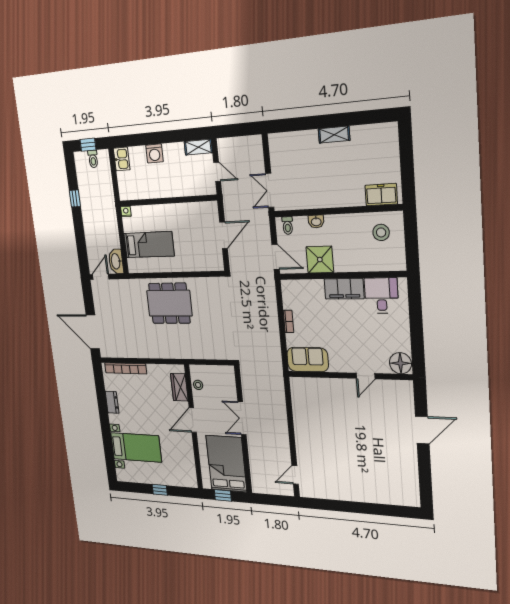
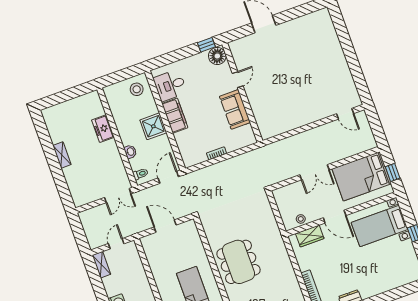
freezer: (381, 195) -> (103, 129), moved
stool: (381, 232) -> (137, 89), moved
shower: (320, 260) -> (153, 126), moved
window: (418, 356) -> (206, 45), added
sofa: (308, 360) -> (235, 109), moved
door: (366, 376) -> (238, 80), hinge flipped
bed with nightstands: (136, 447) -> (380, 226), moved, turned -90

